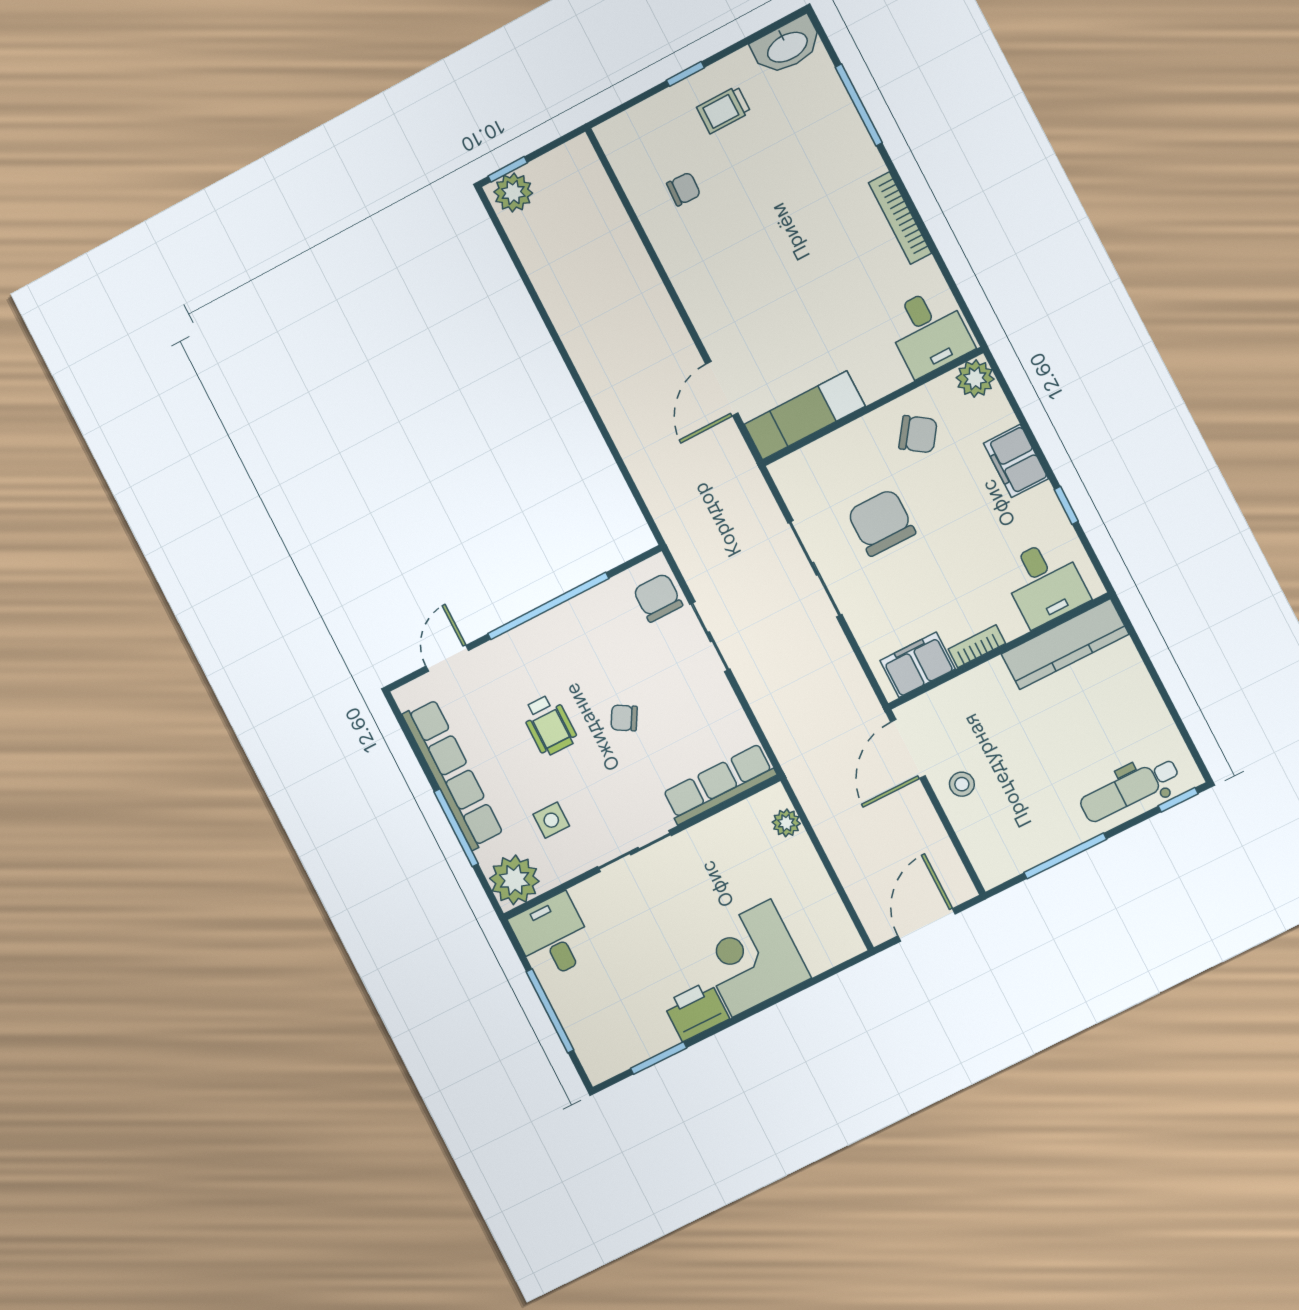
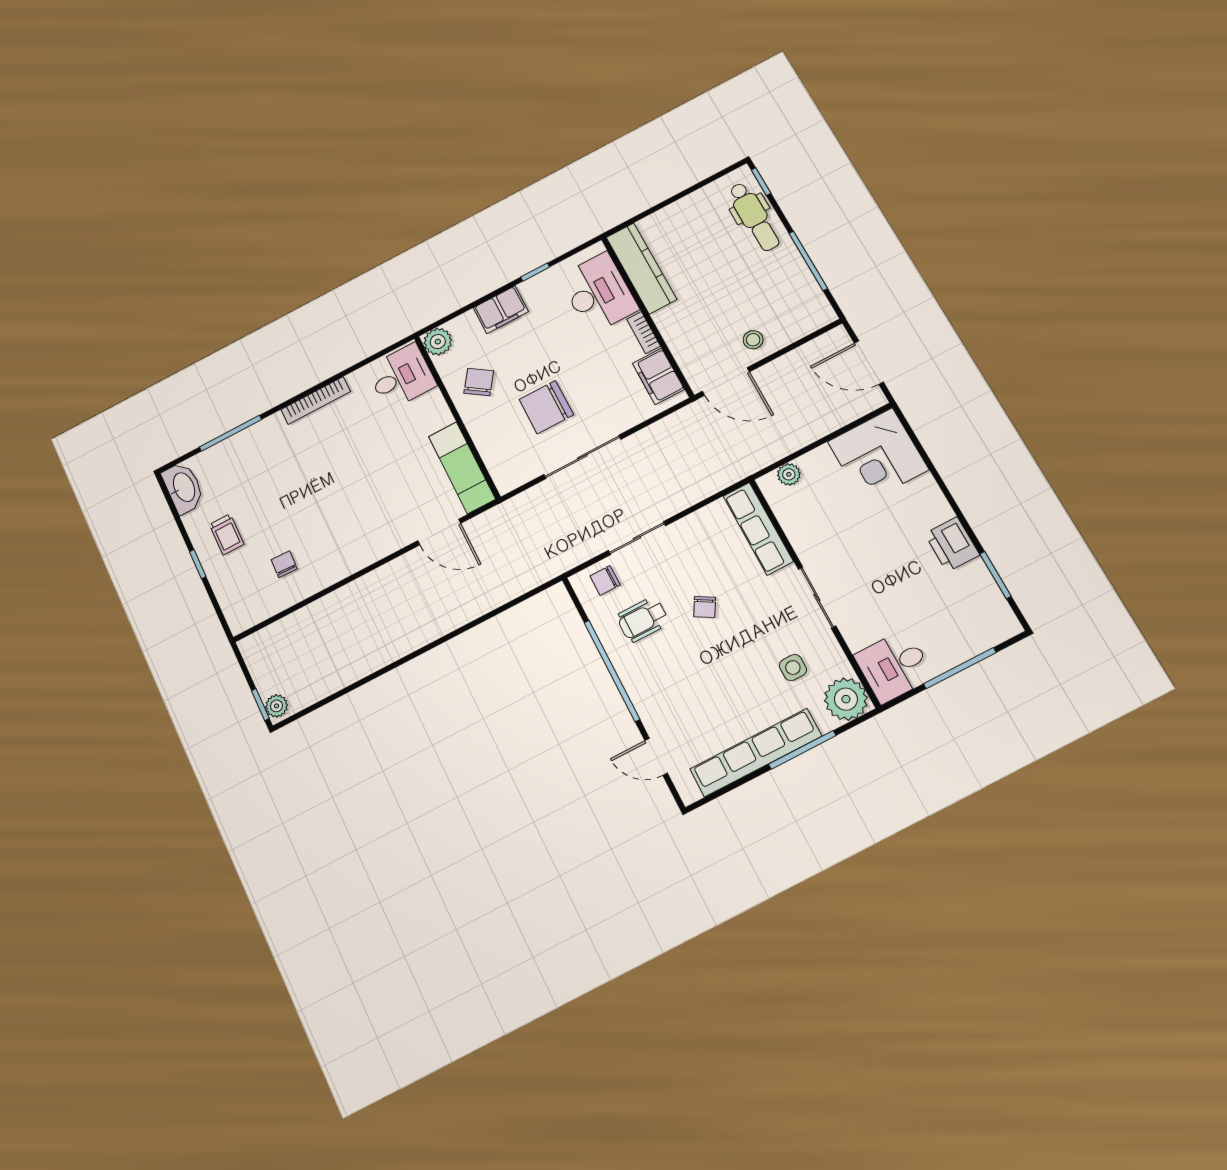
plant: (513, 192) -> (277, 706), width x0.73, depth x0.73
desk: (1045, 583) -> (598, 293), width x1.37
chair: (658, 598) -> (605, 580), width x0.73, depth x0.73
wheelchair: (549, 725) -> (643, 619), moved, turned 180
corner desk: (751, 958) -> (878, 456), moved

